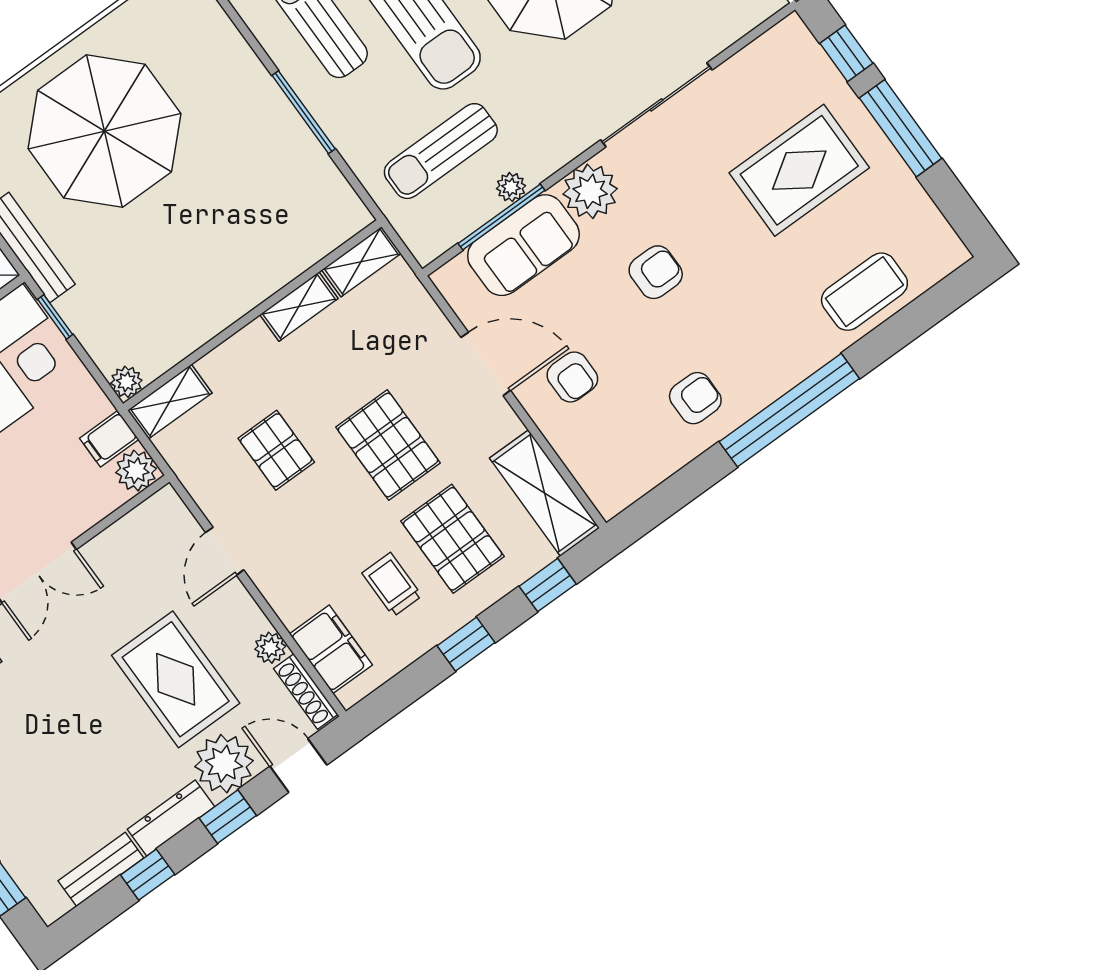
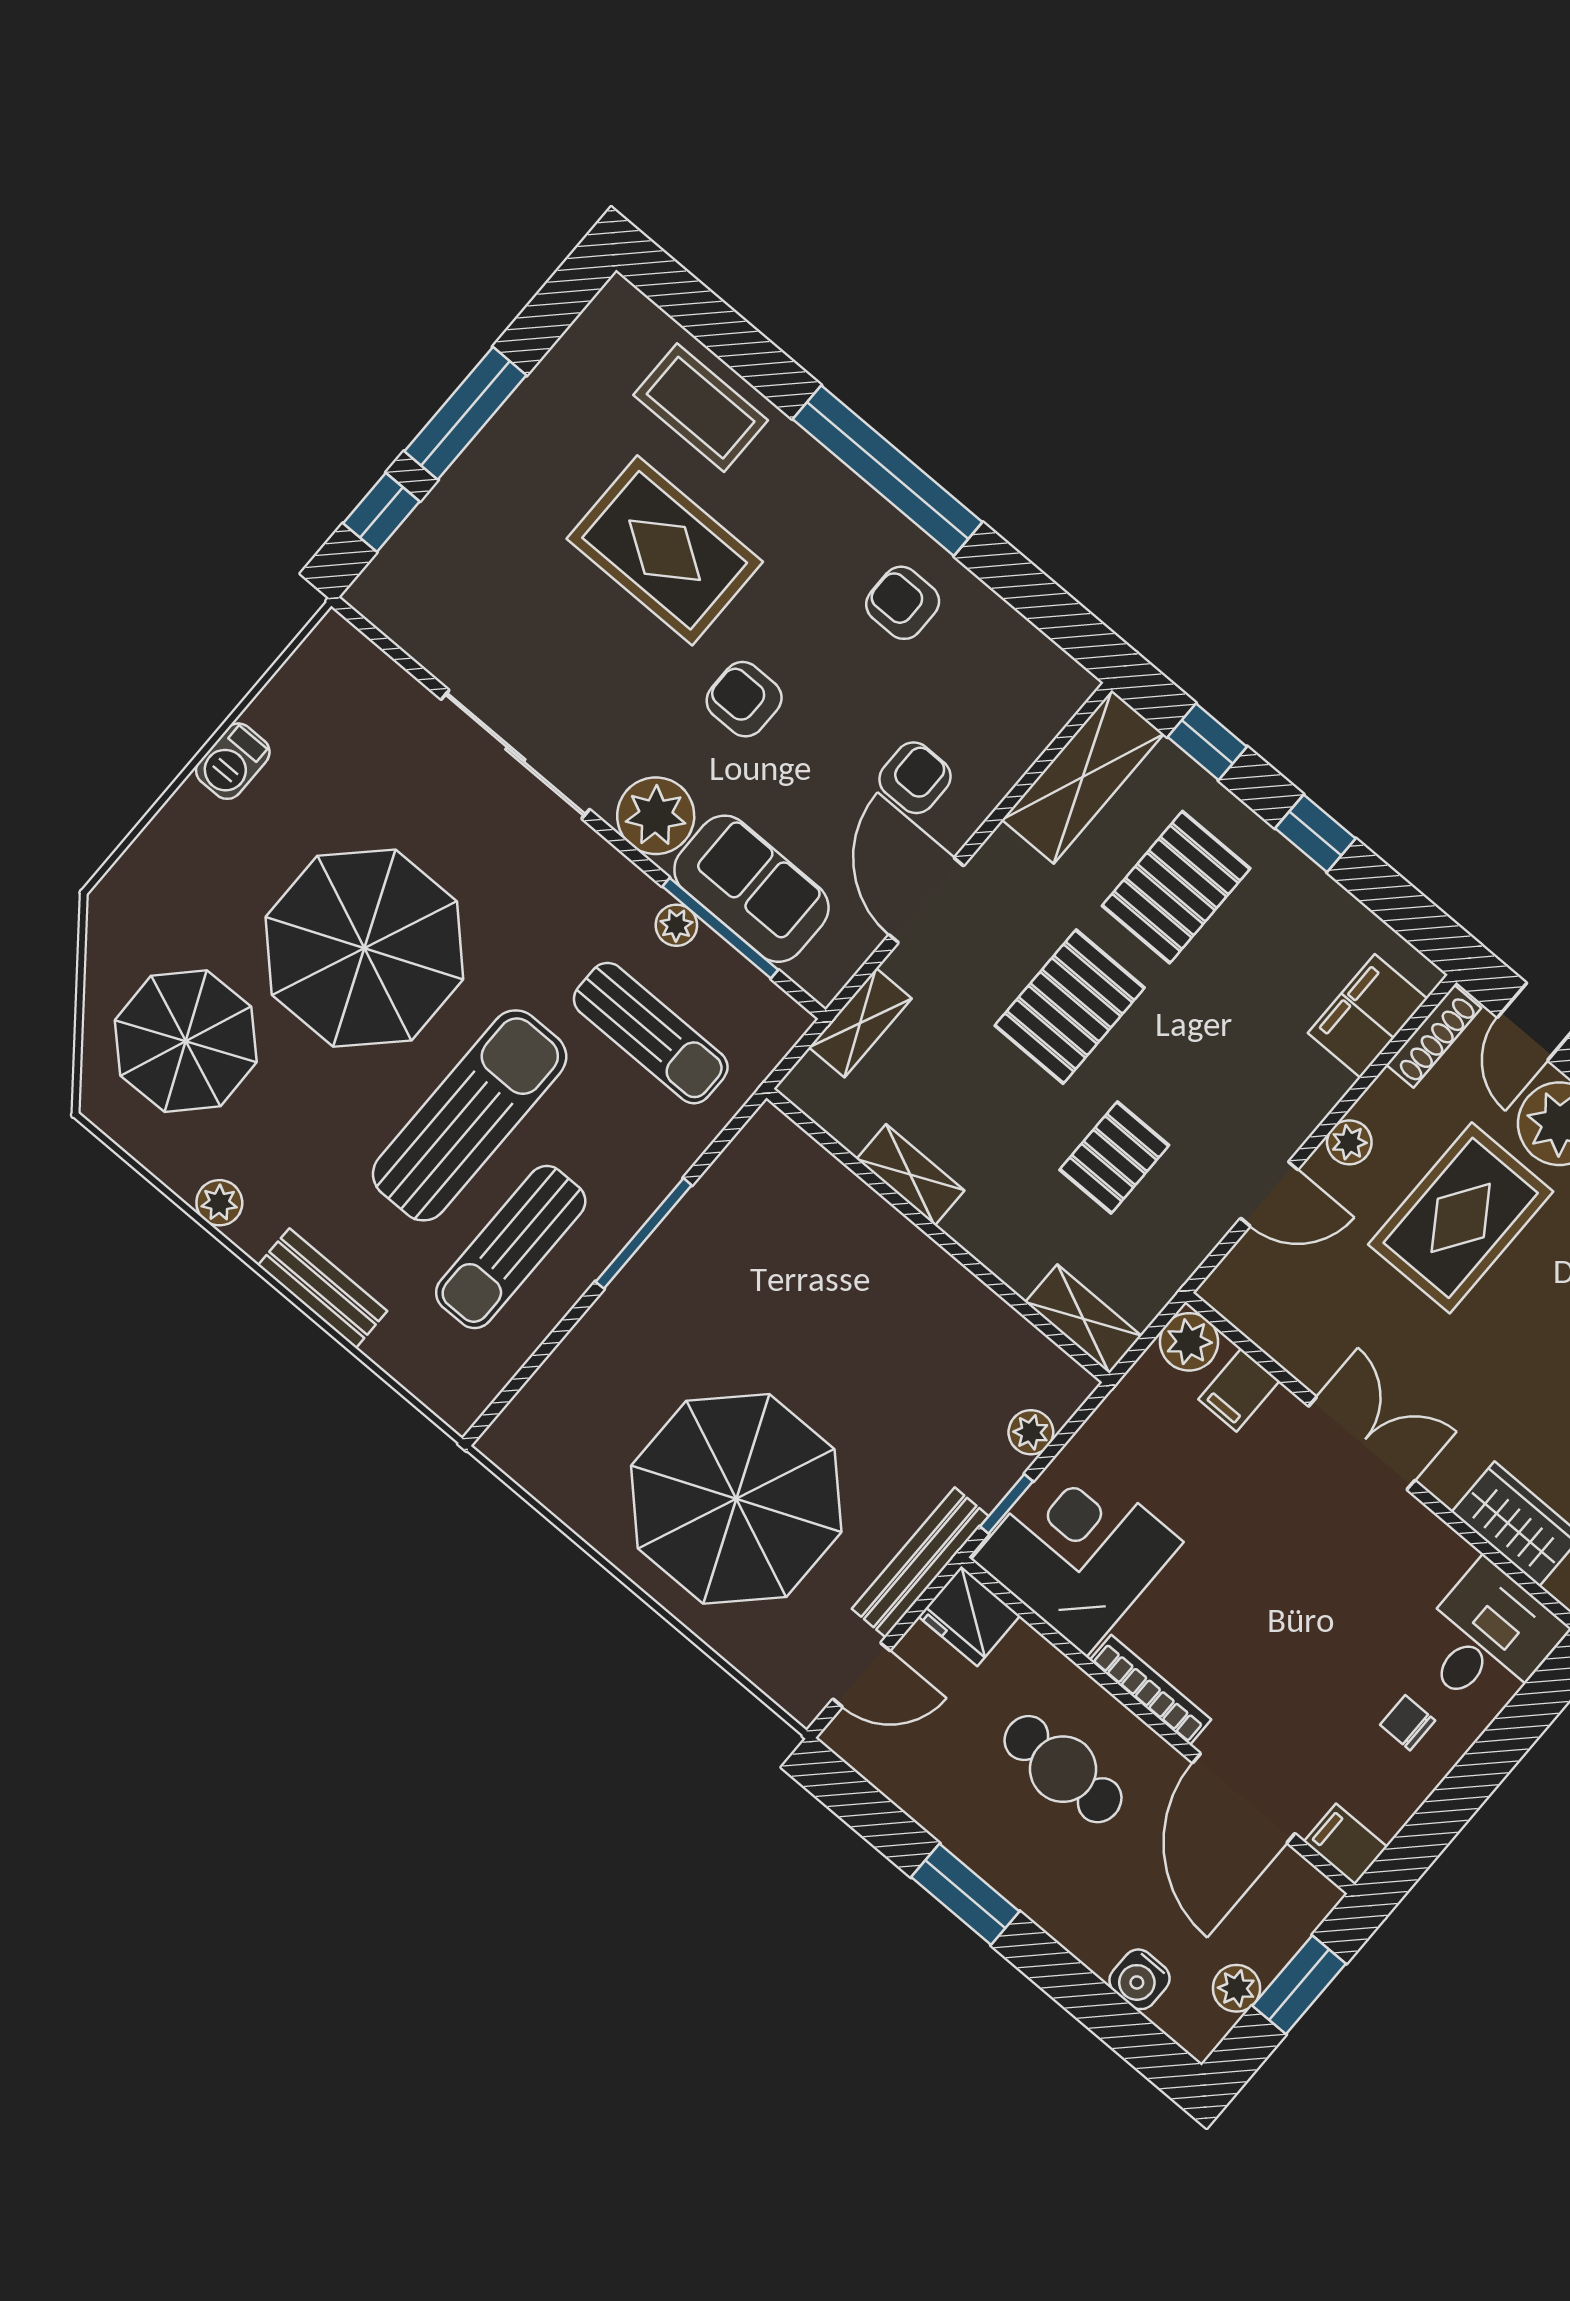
rug: (799, 170) -> (665, 550), moved
shelving: (361, 262) -> (860, 1023), moved, turned 90
plant: (126, 382) -> (1031, 1432), moved
filing cabinet: (109, 439) -> (1239, 1390), moved, turned 90
trolley: (392, 584) -> (1259, 954), removed
plant: (270, 648) -> (1349, 1142), moved

